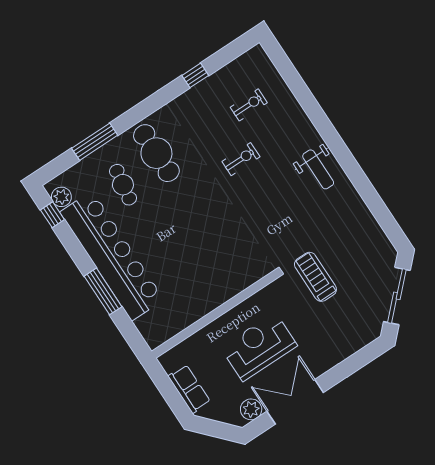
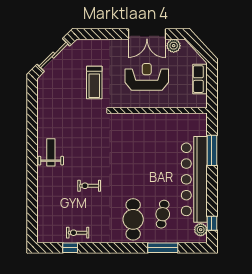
window: (195, 75) -> (70, 248), moved
exercise bike: (249, 105) -> (78, 233), moved
treadmill: (315, 277) -> (94, 82), moved
window: (103, 291) -> (212, 150), moved
reception desk: (259, 347) -> (147, 77), turned 180

